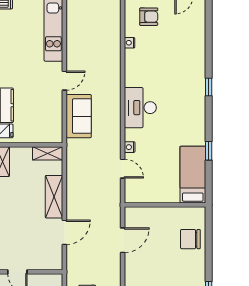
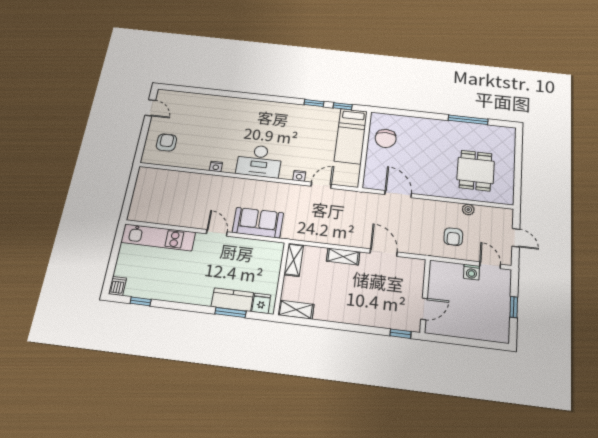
nightstand: (130, 43) -> (216, 167), moved
window: (209, 87) -> (343, 106), moved
bed: (193, 175) -> (351, 136), moved, turned -90
shelving: (54, 197) -> (343, 256), width x0.67, depth x0.75
chair: (190, 239) -> (386, 138), moved

